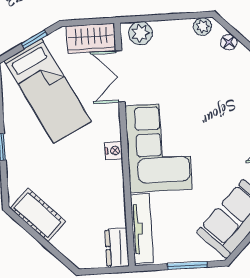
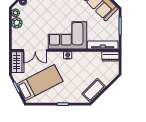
plant: (140, 33) -> (17, 23), moved

